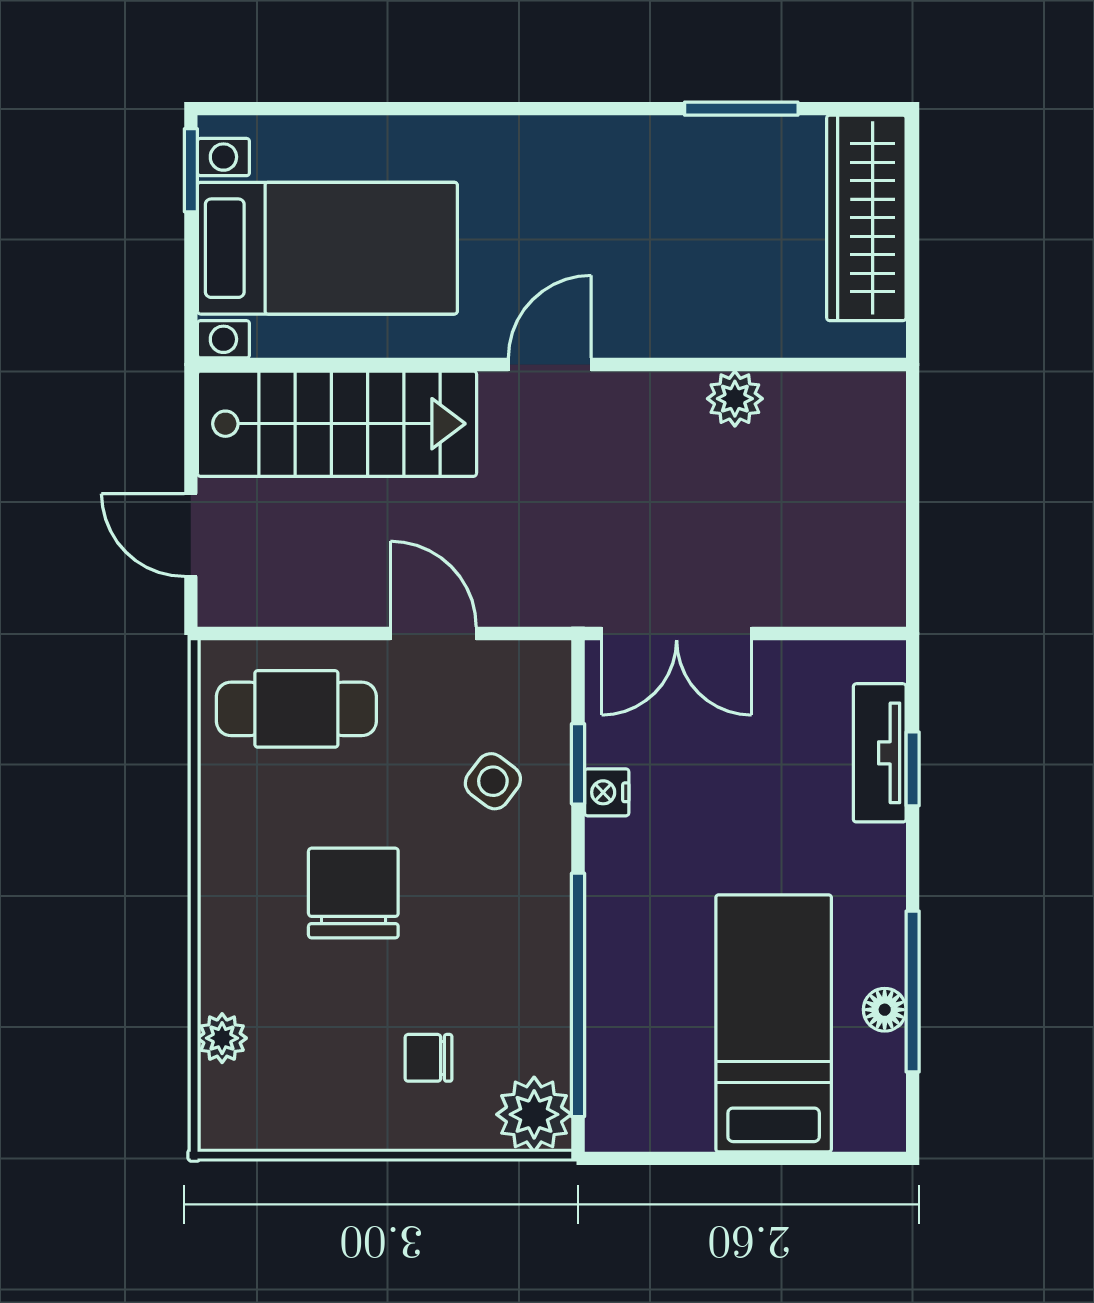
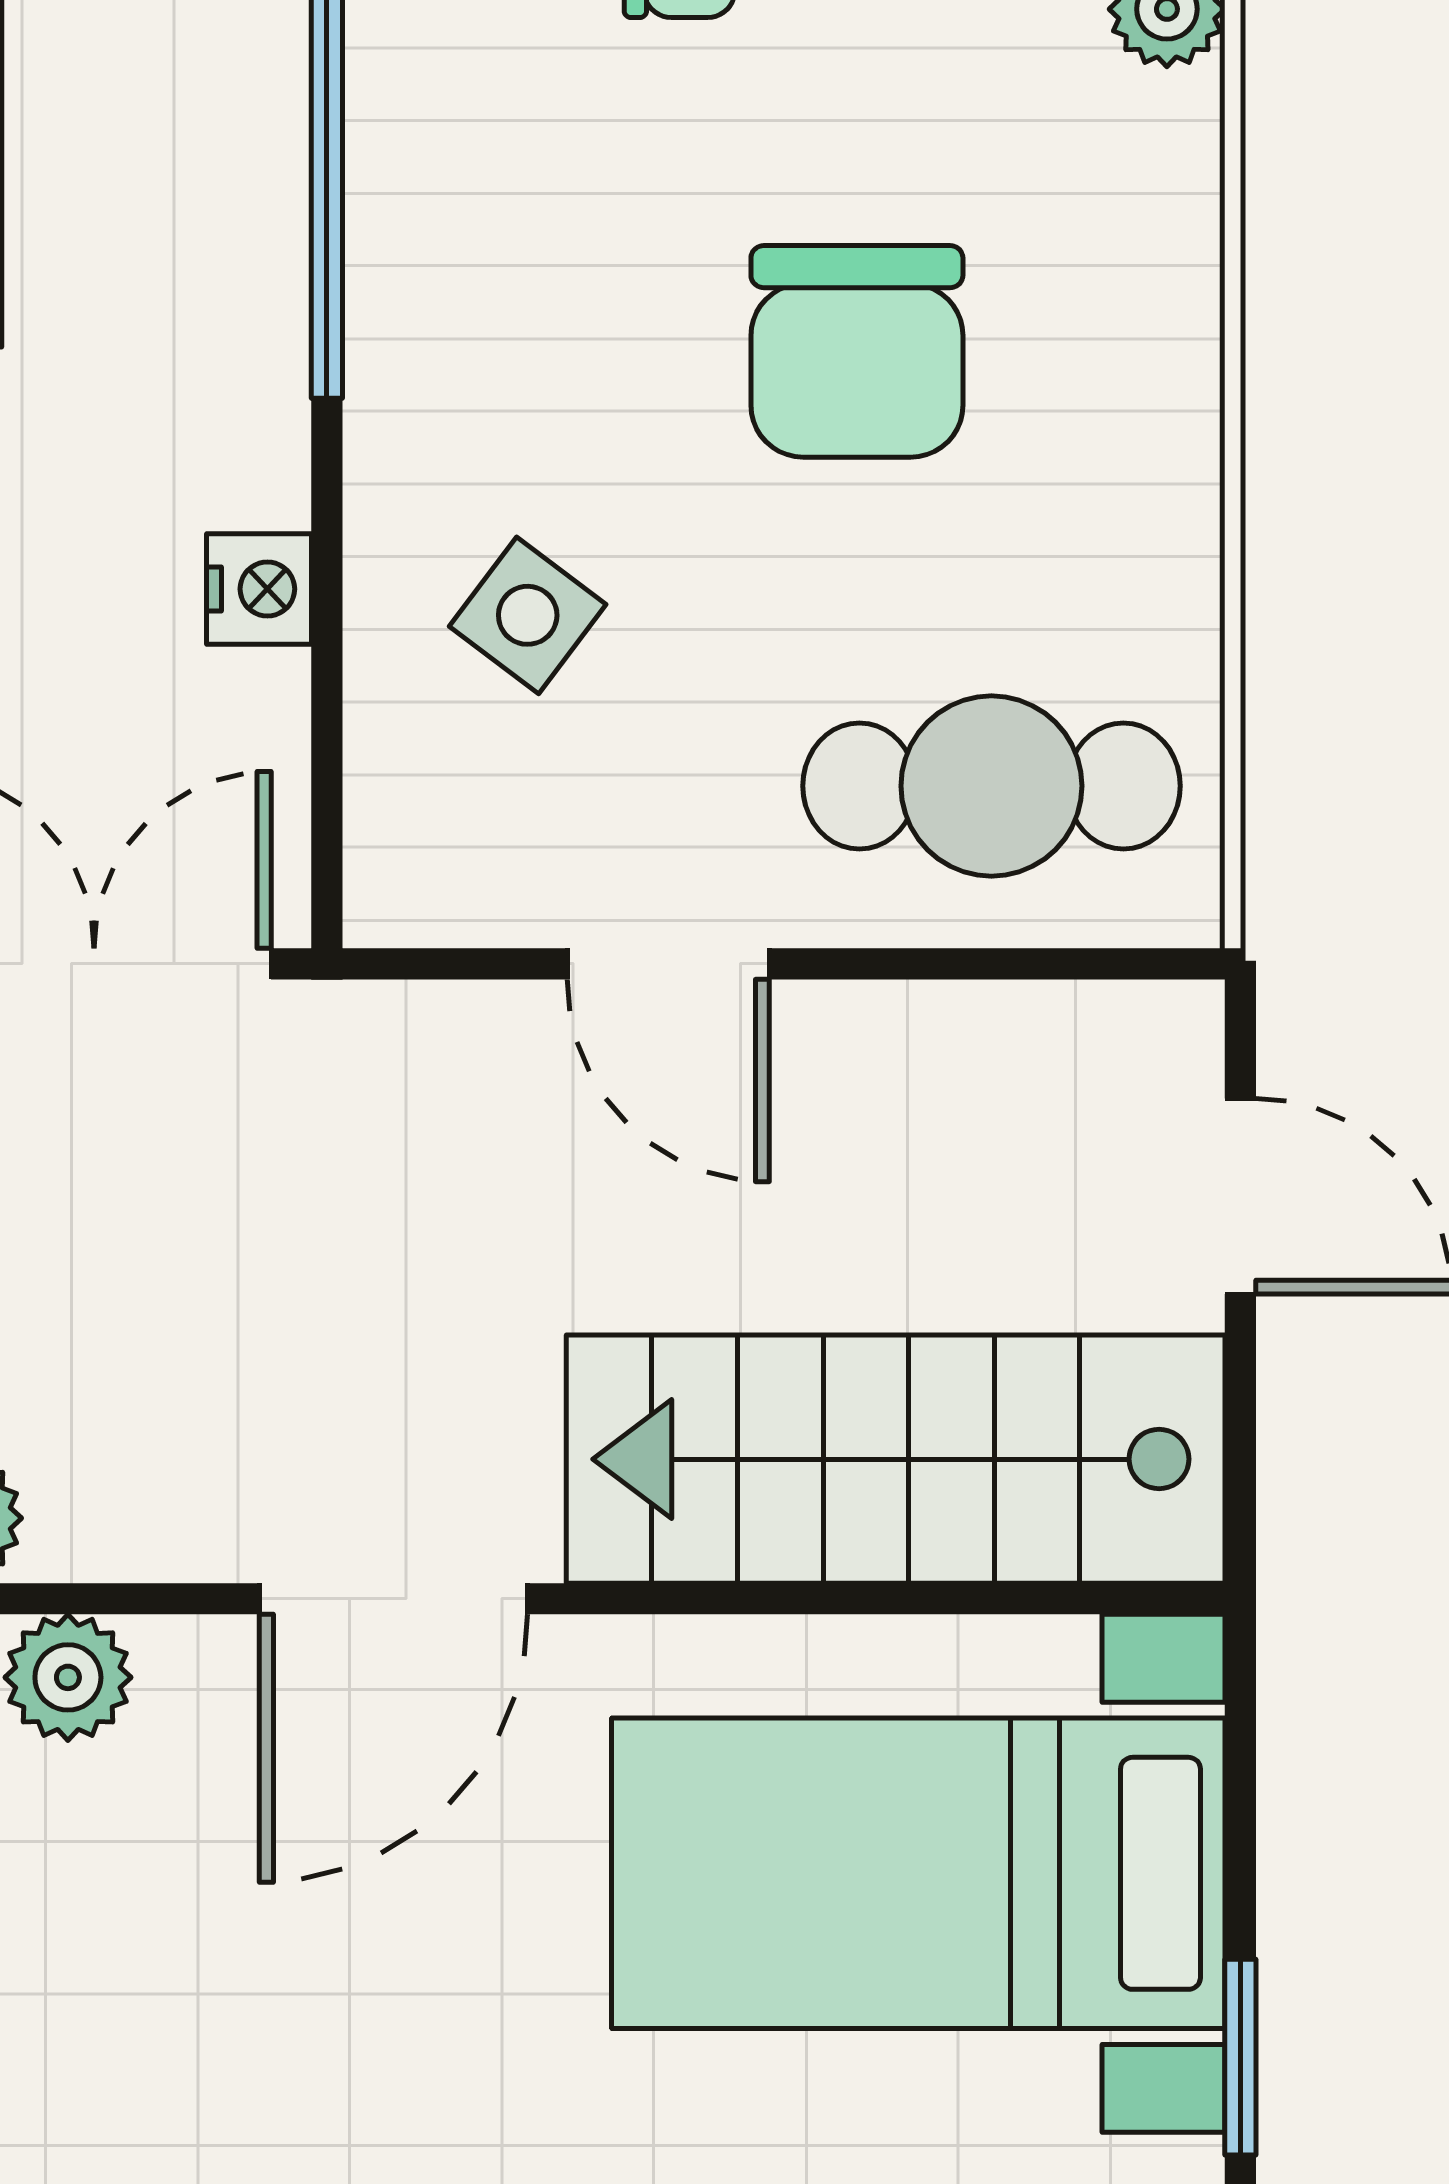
plant: (688, 331) -> (68, 1677), added
door: (550, 364) -> (393, 1599), width x1.37
window: (578, 764) -> (327, 656), removed

